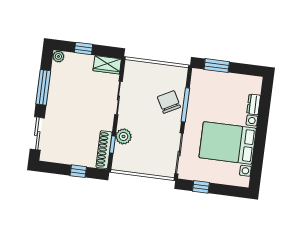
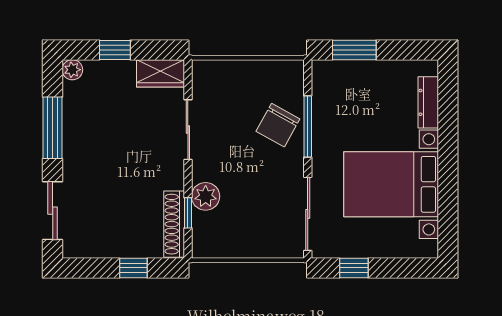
chair: (169, 102) -> (278, 125), turned -123
dresser: (254, 104) -> (428, 102), width x1.44

